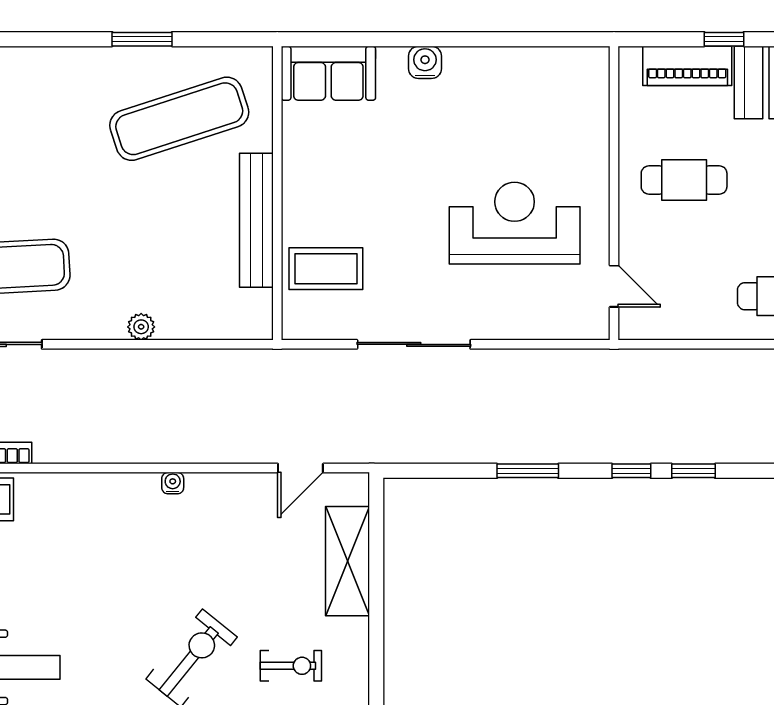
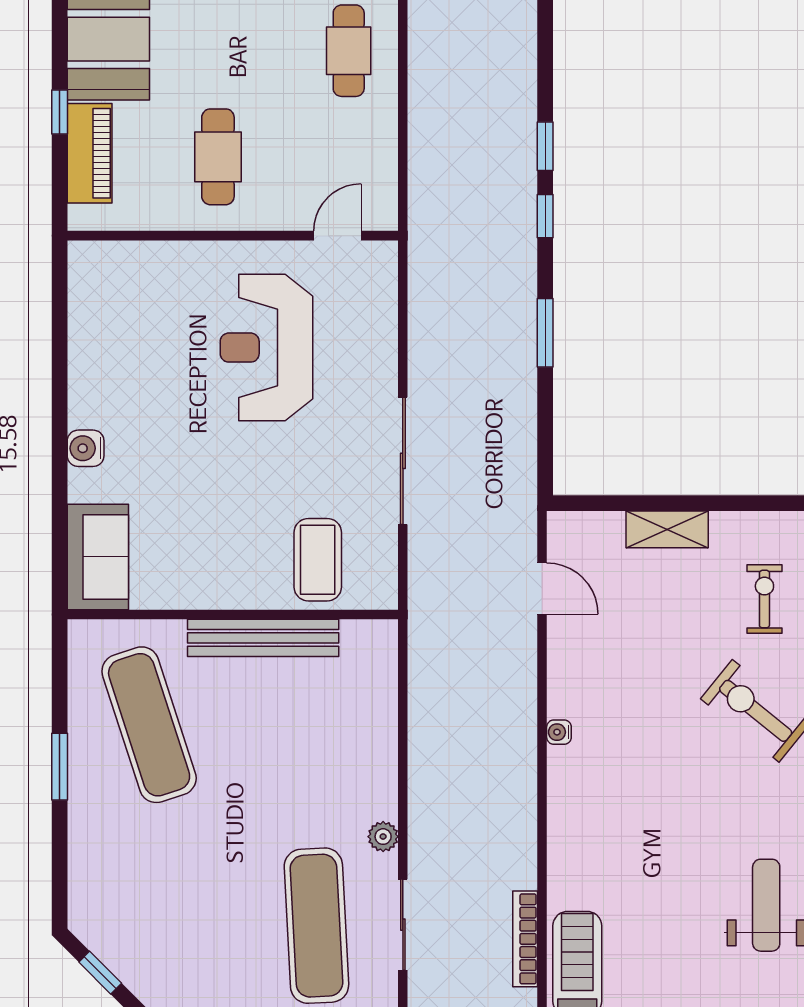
plant: (141, 327) -> (383, 837), moved
shelving: (347, 561) -> (667, 529), width x0.67, depth x0.75

